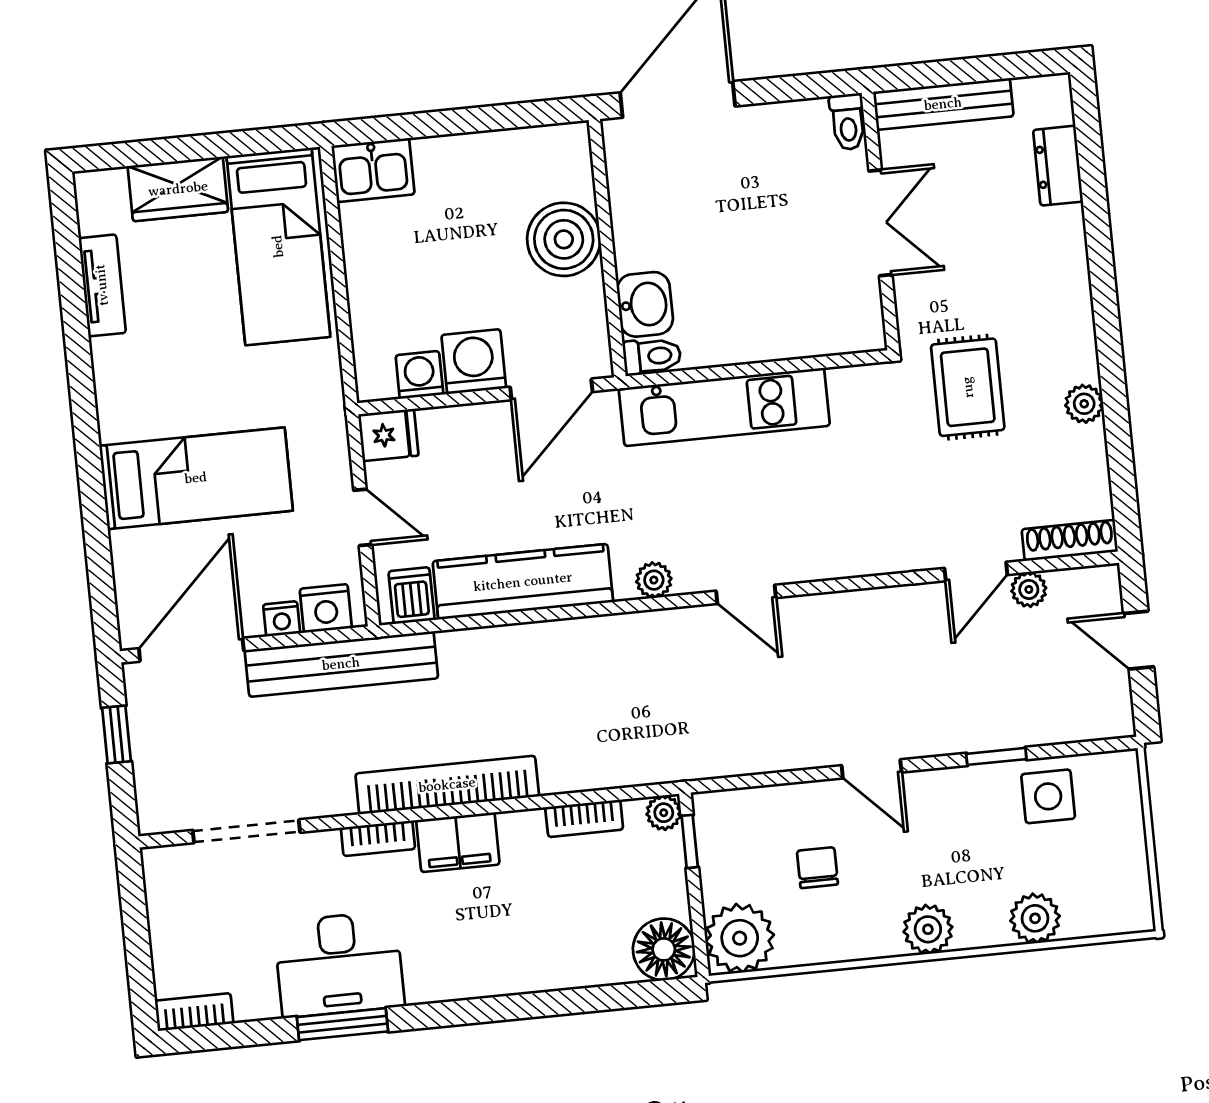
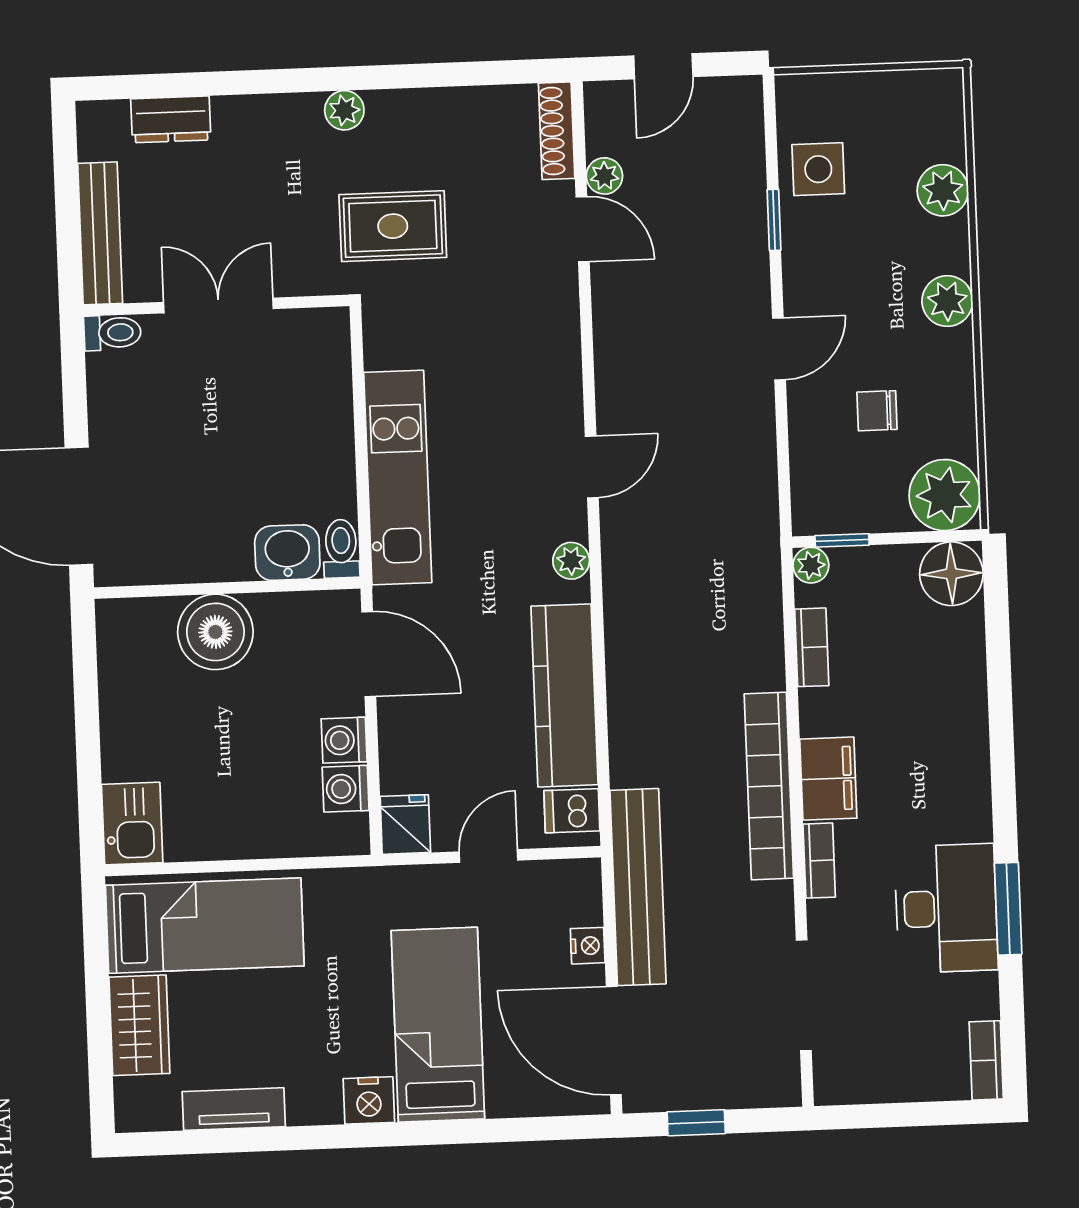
washing machine: (474, 362) -> (344, 740), width x0.73, depth x0.73
plant: (1084, 404) -> (344, 110), moved
nightstand: (326, 608) -> (369, 1100), moved, turned 90

